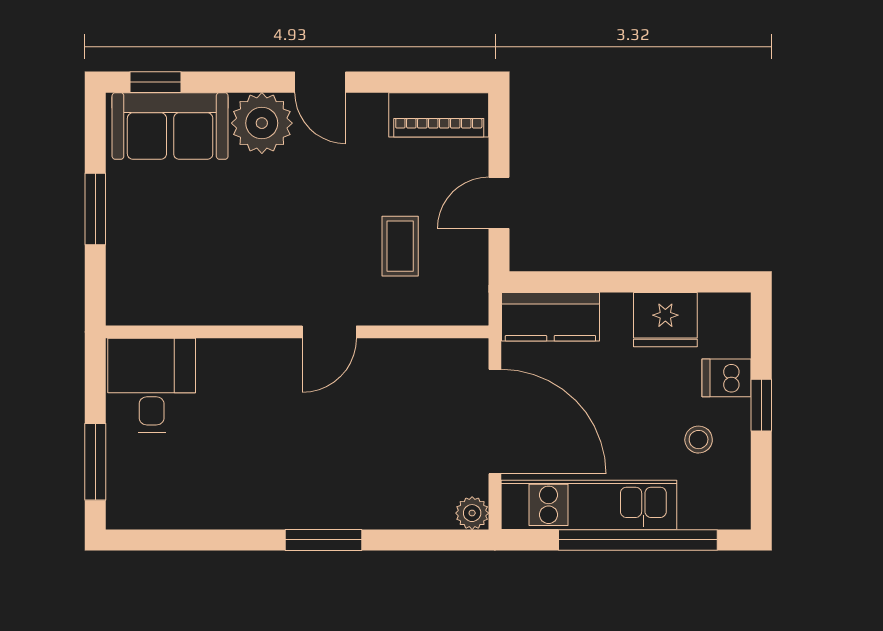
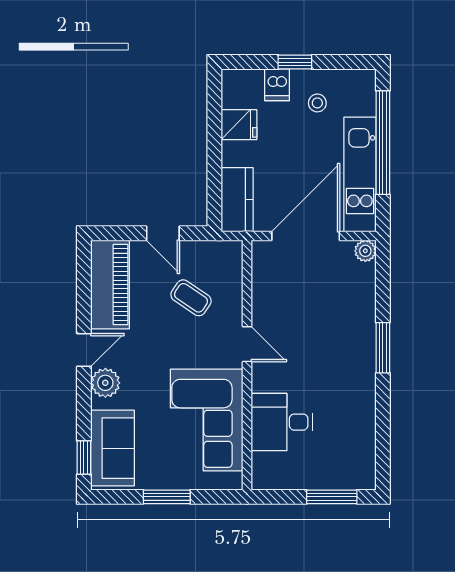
piano: (439, 115) -> (110, 284), width x1.37, depth x1.33
plant: (262, 123) -> (105, 383), width x0.73, depth x0.73
coffee table: (400, 246) -> (191, 298), turned 34
corner sofa: (213, 270) -> (207, 420), added
fridge: (665, 320) -> (239, 125), width x0.72
desk: (152, 385) -> (282, 422), moved

